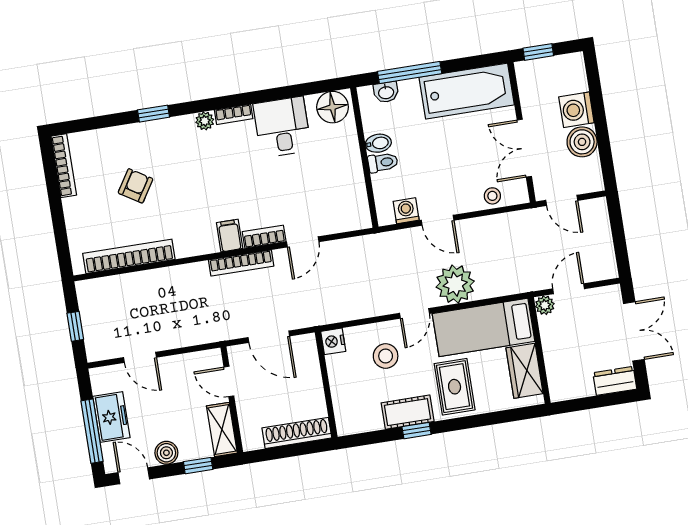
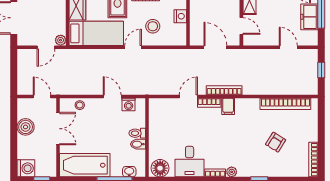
washing machine: (576, 110) -> (26, 168), moved
plant: (455, 284) -> (108, 60), removed
nightstand: (333, 341) -> (180, 16), moved

